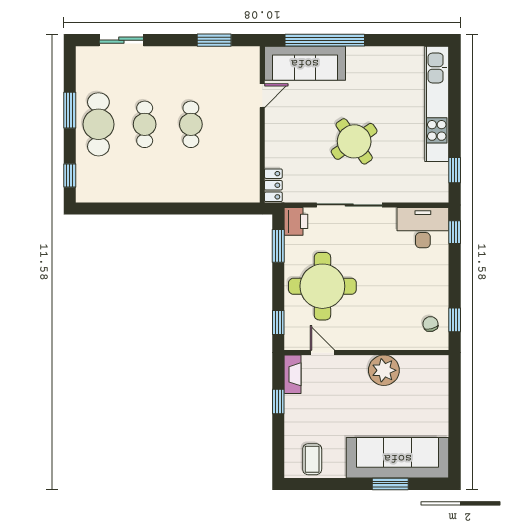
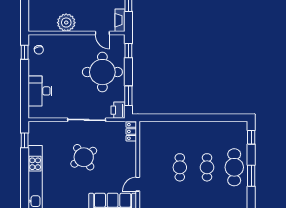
desk: (423, 228) -> (40, 91), moved, turned 90
window: (455, 232) -> (25, 104), removed

